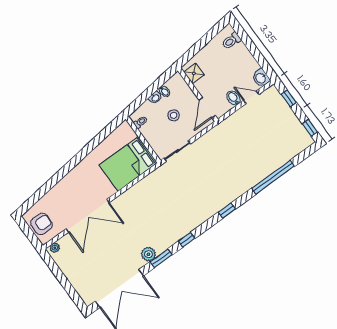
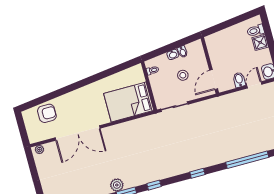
shower: (194, 73) -> (260, 42), moved
door: (251, 97) -> (254, 85), hinge flipped
armchair: (41, 224) -> (47, 113), moved

